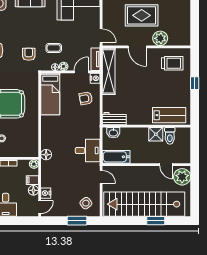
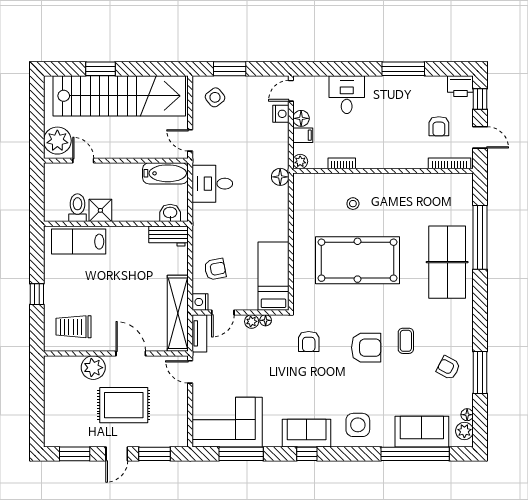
coffee table: (54, 48) -> (268, 352), removed

